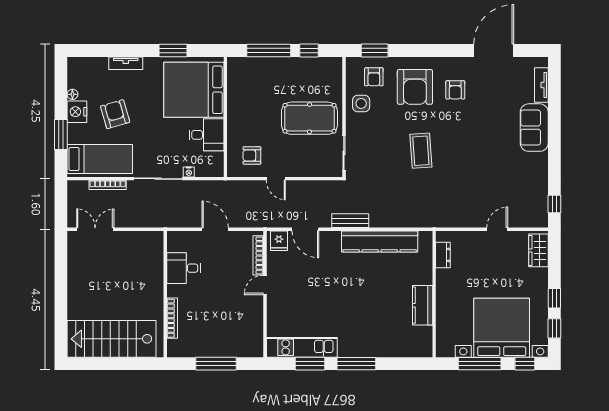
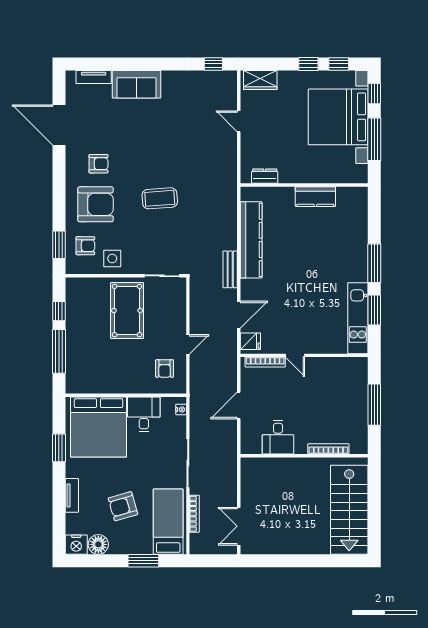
floor lamp: (72, 94) -> (98, 544), width x1.89, depth x1.89
nightstand: (77, 112) -> (76, 545), moved
nightstand: (189, 172) -> (181, 409), moved

